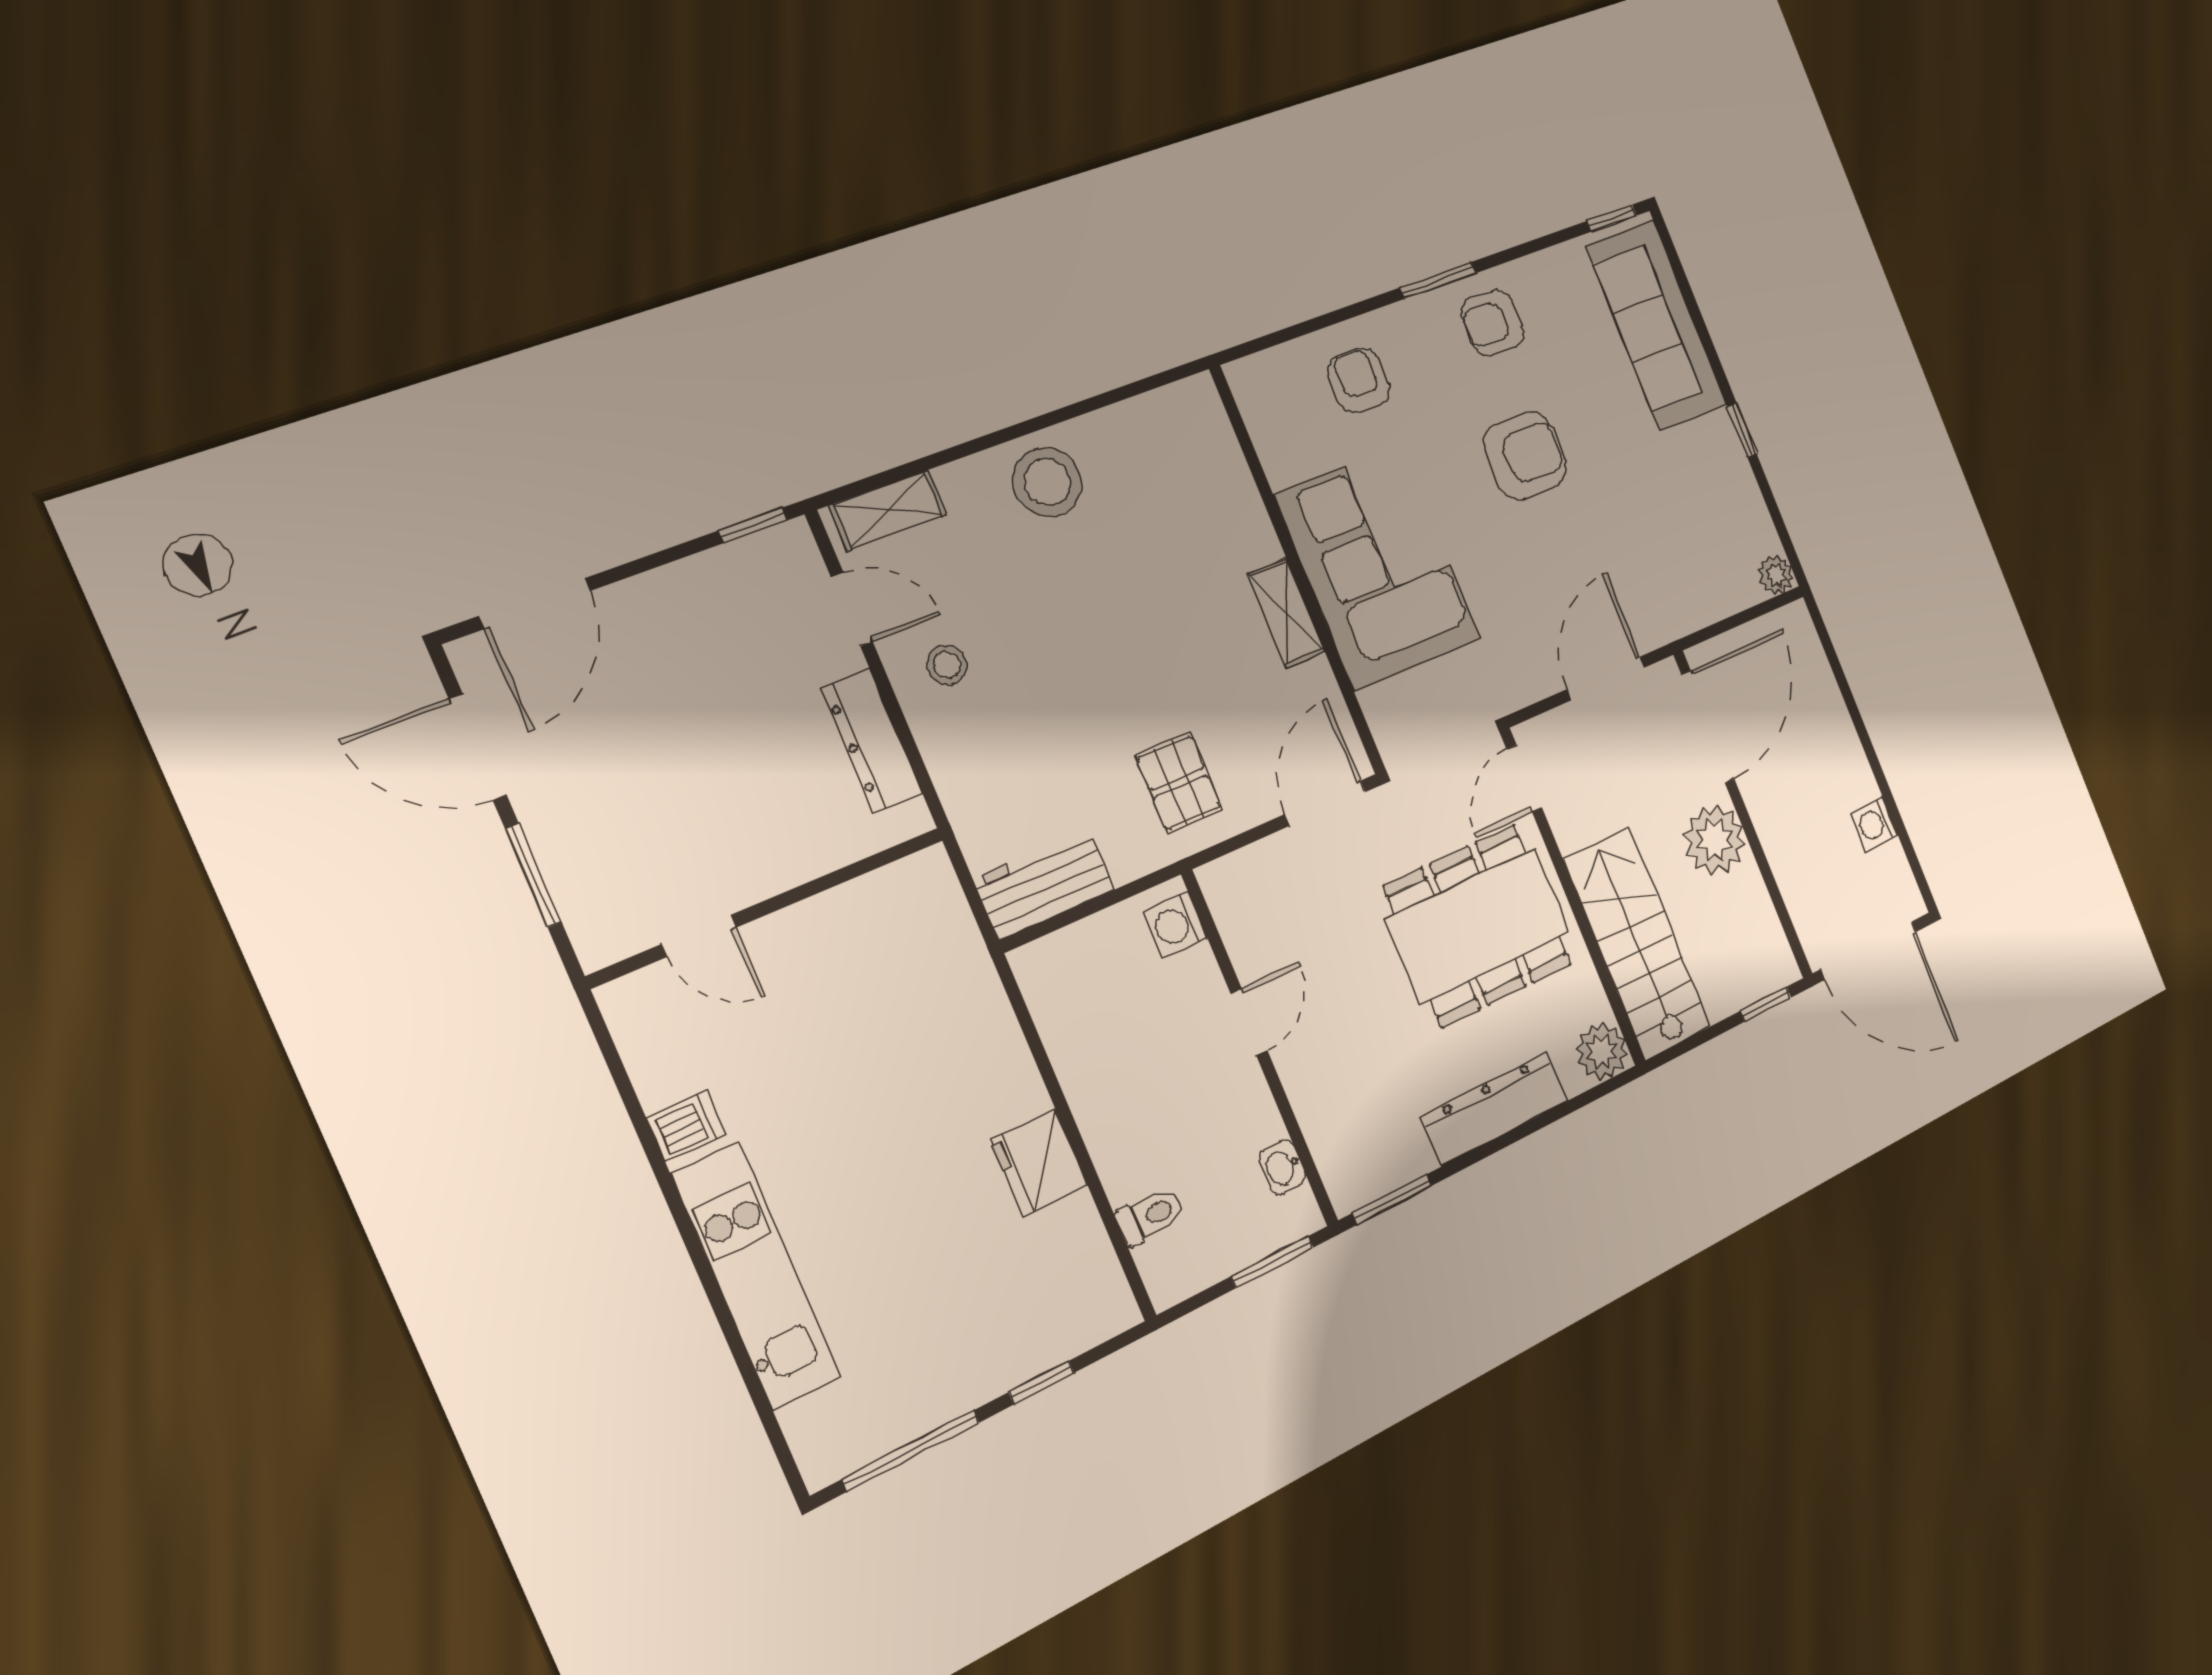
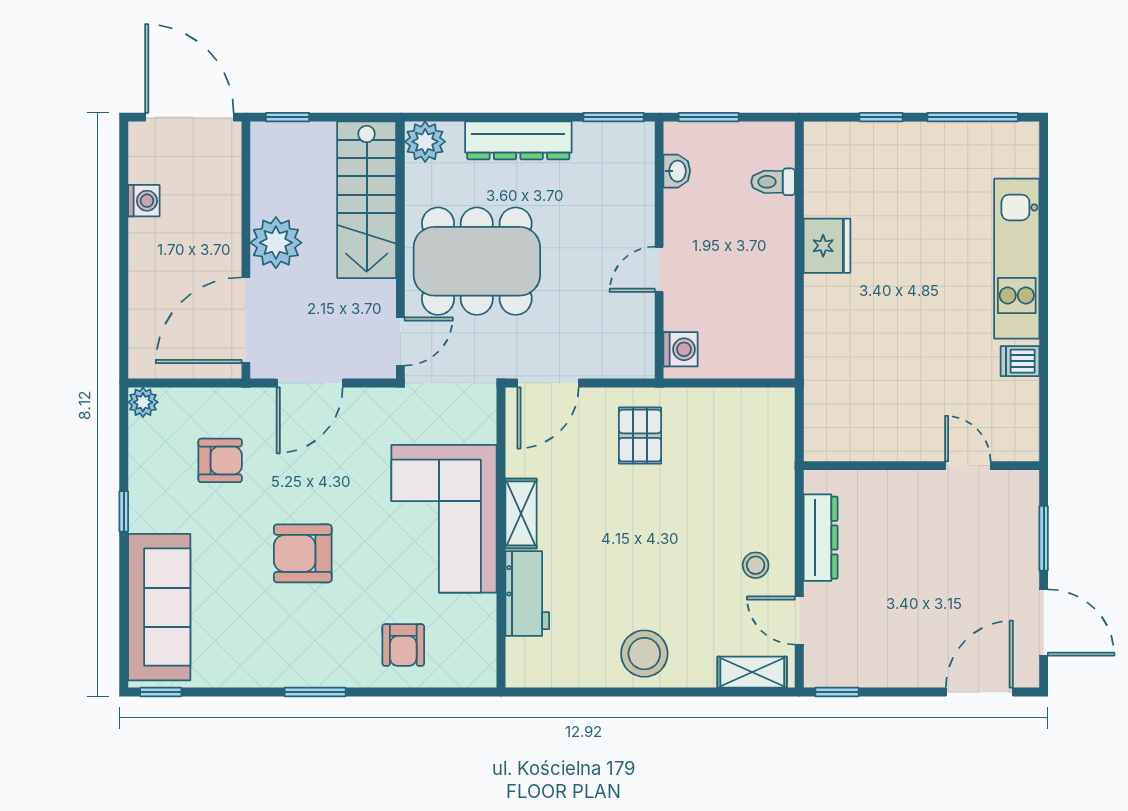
armchair: (1492, 323) -> (220, 460), moved
workbench: (1044, 884) -> (527, 594), moved, turned -90

